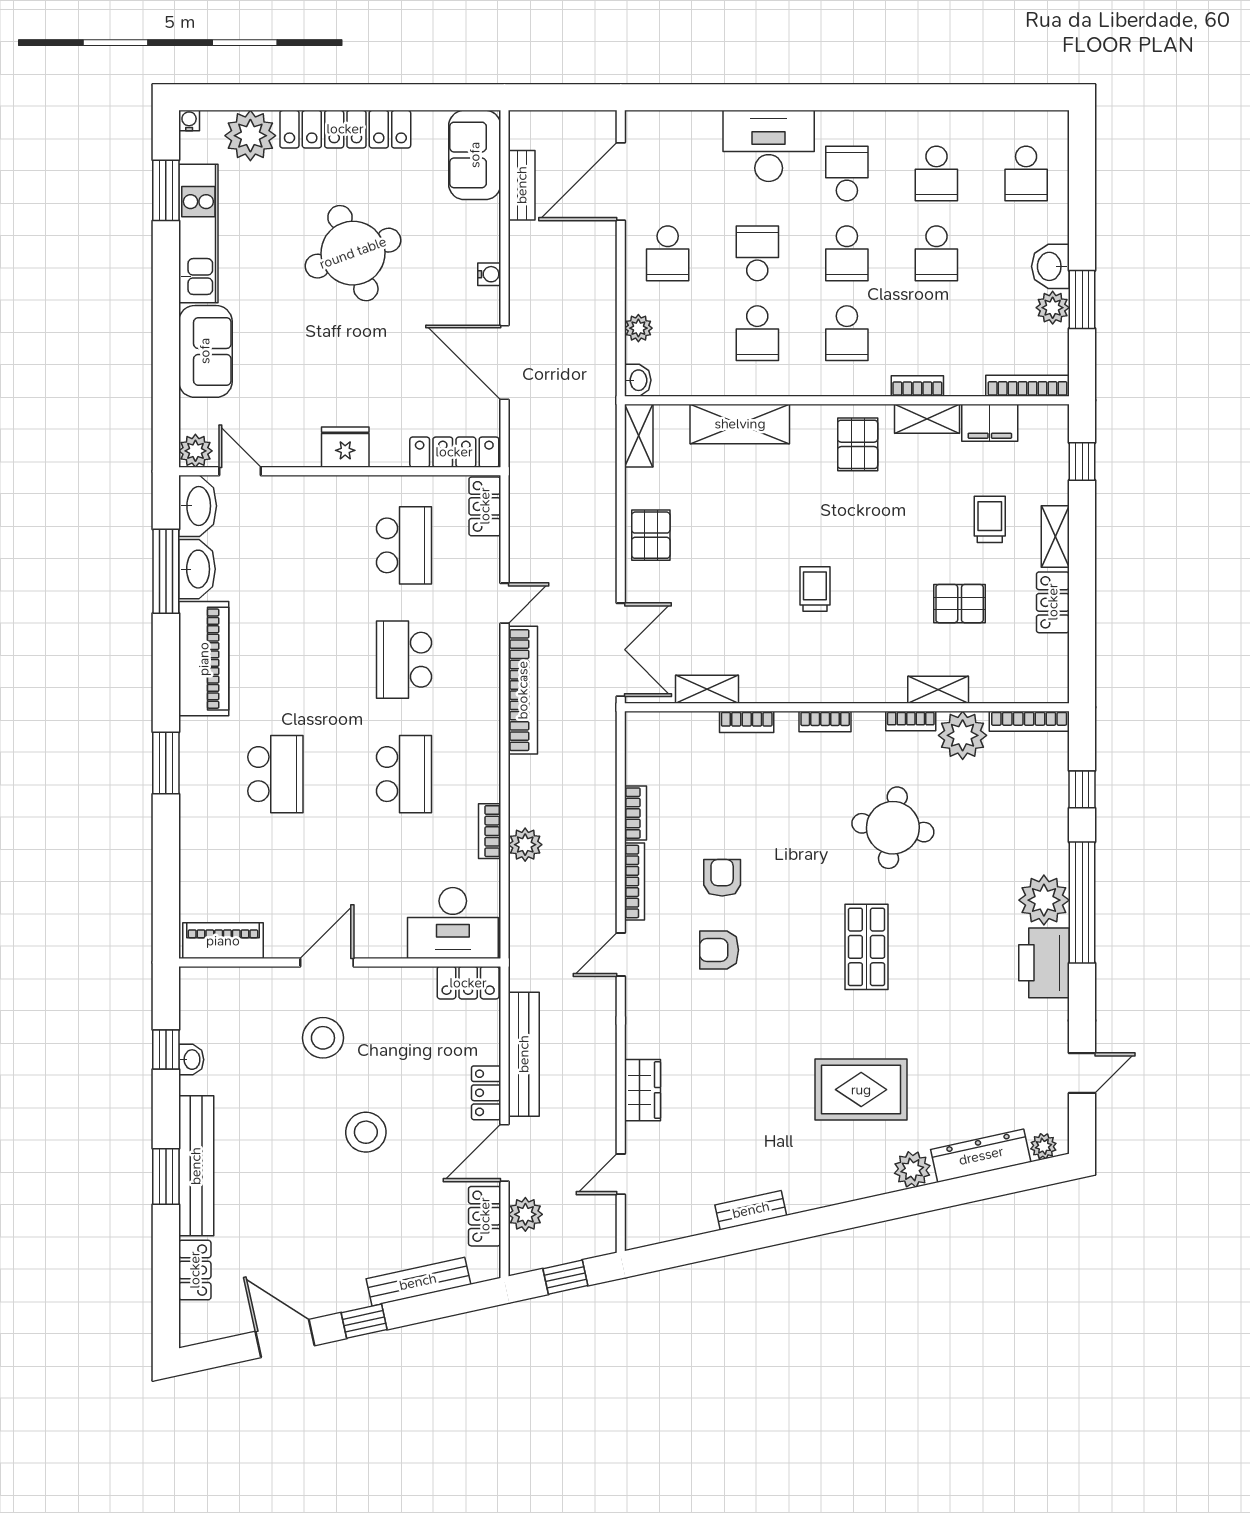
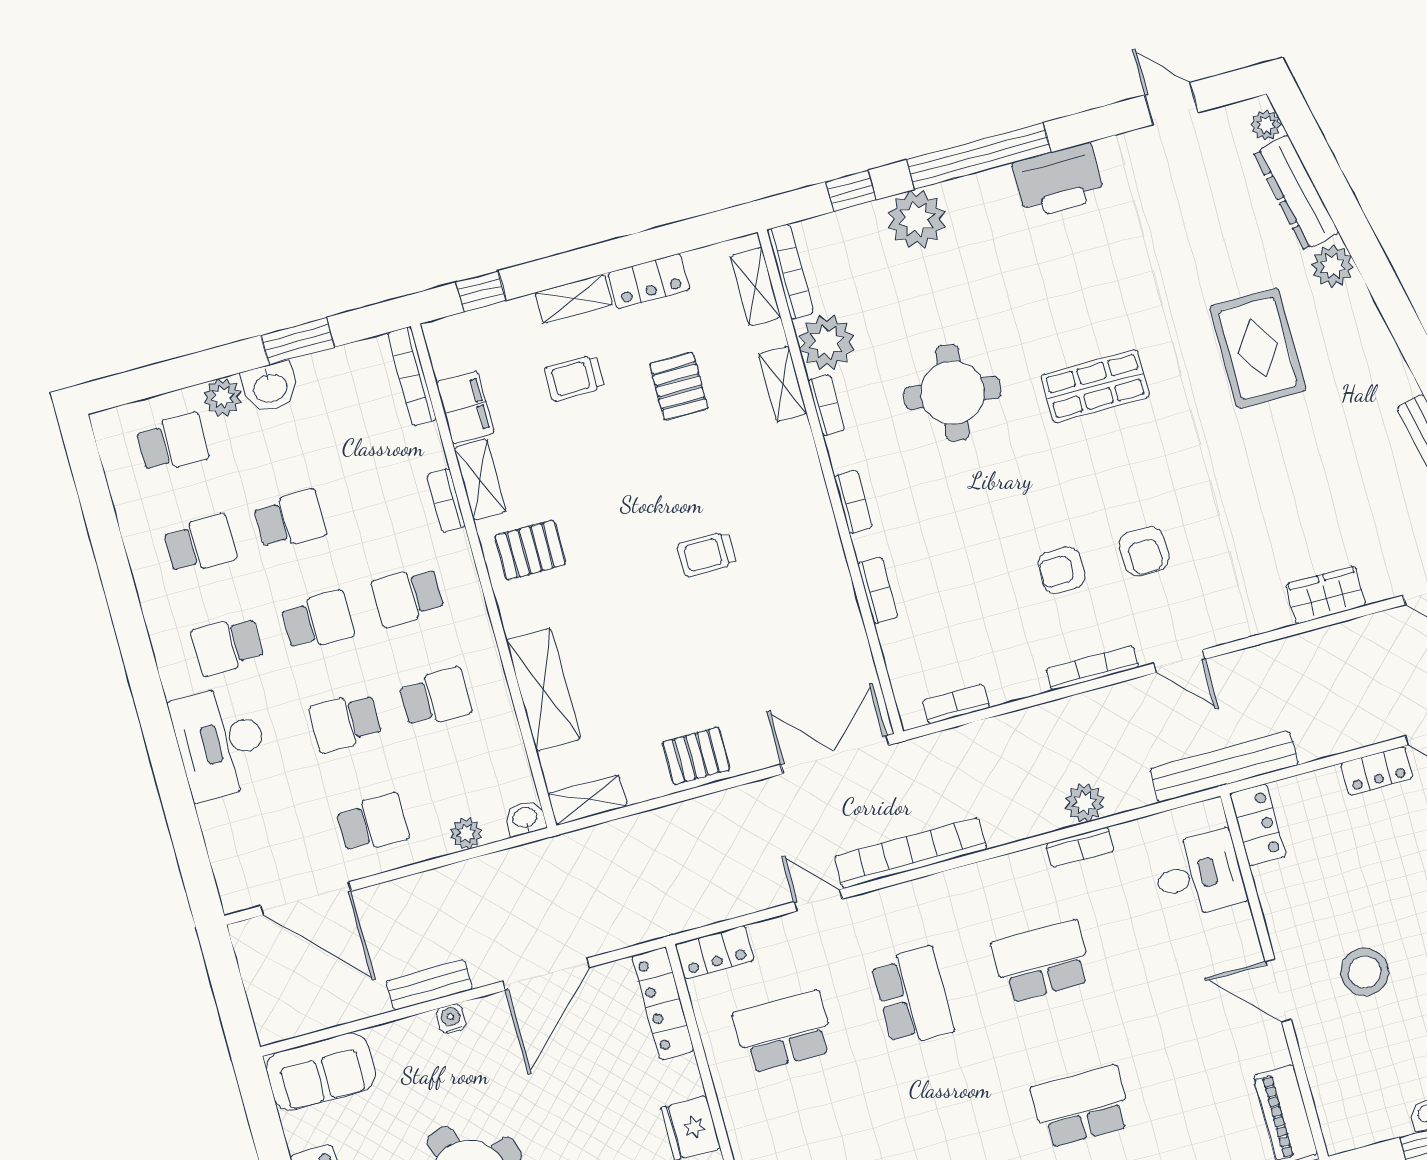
bench: (522, 185) -> (429, 985), moved
plant: (1053, 308) -> (223, 397), moved
school desk: (847, 333) -> (408, 596), turned 180
school desk: (404, 660) -> (913, 997), turned -90
shelving: (707, 689) -> (756, 287), moved
bookcase: (635, 813) -> (956, 704), moved
plant: (1044, 900) -> (917, 219), moved
desk: (453, 923) -> (1199, 874), width x0.73
bench: (524, 1054) -> (1224, 767), moved

